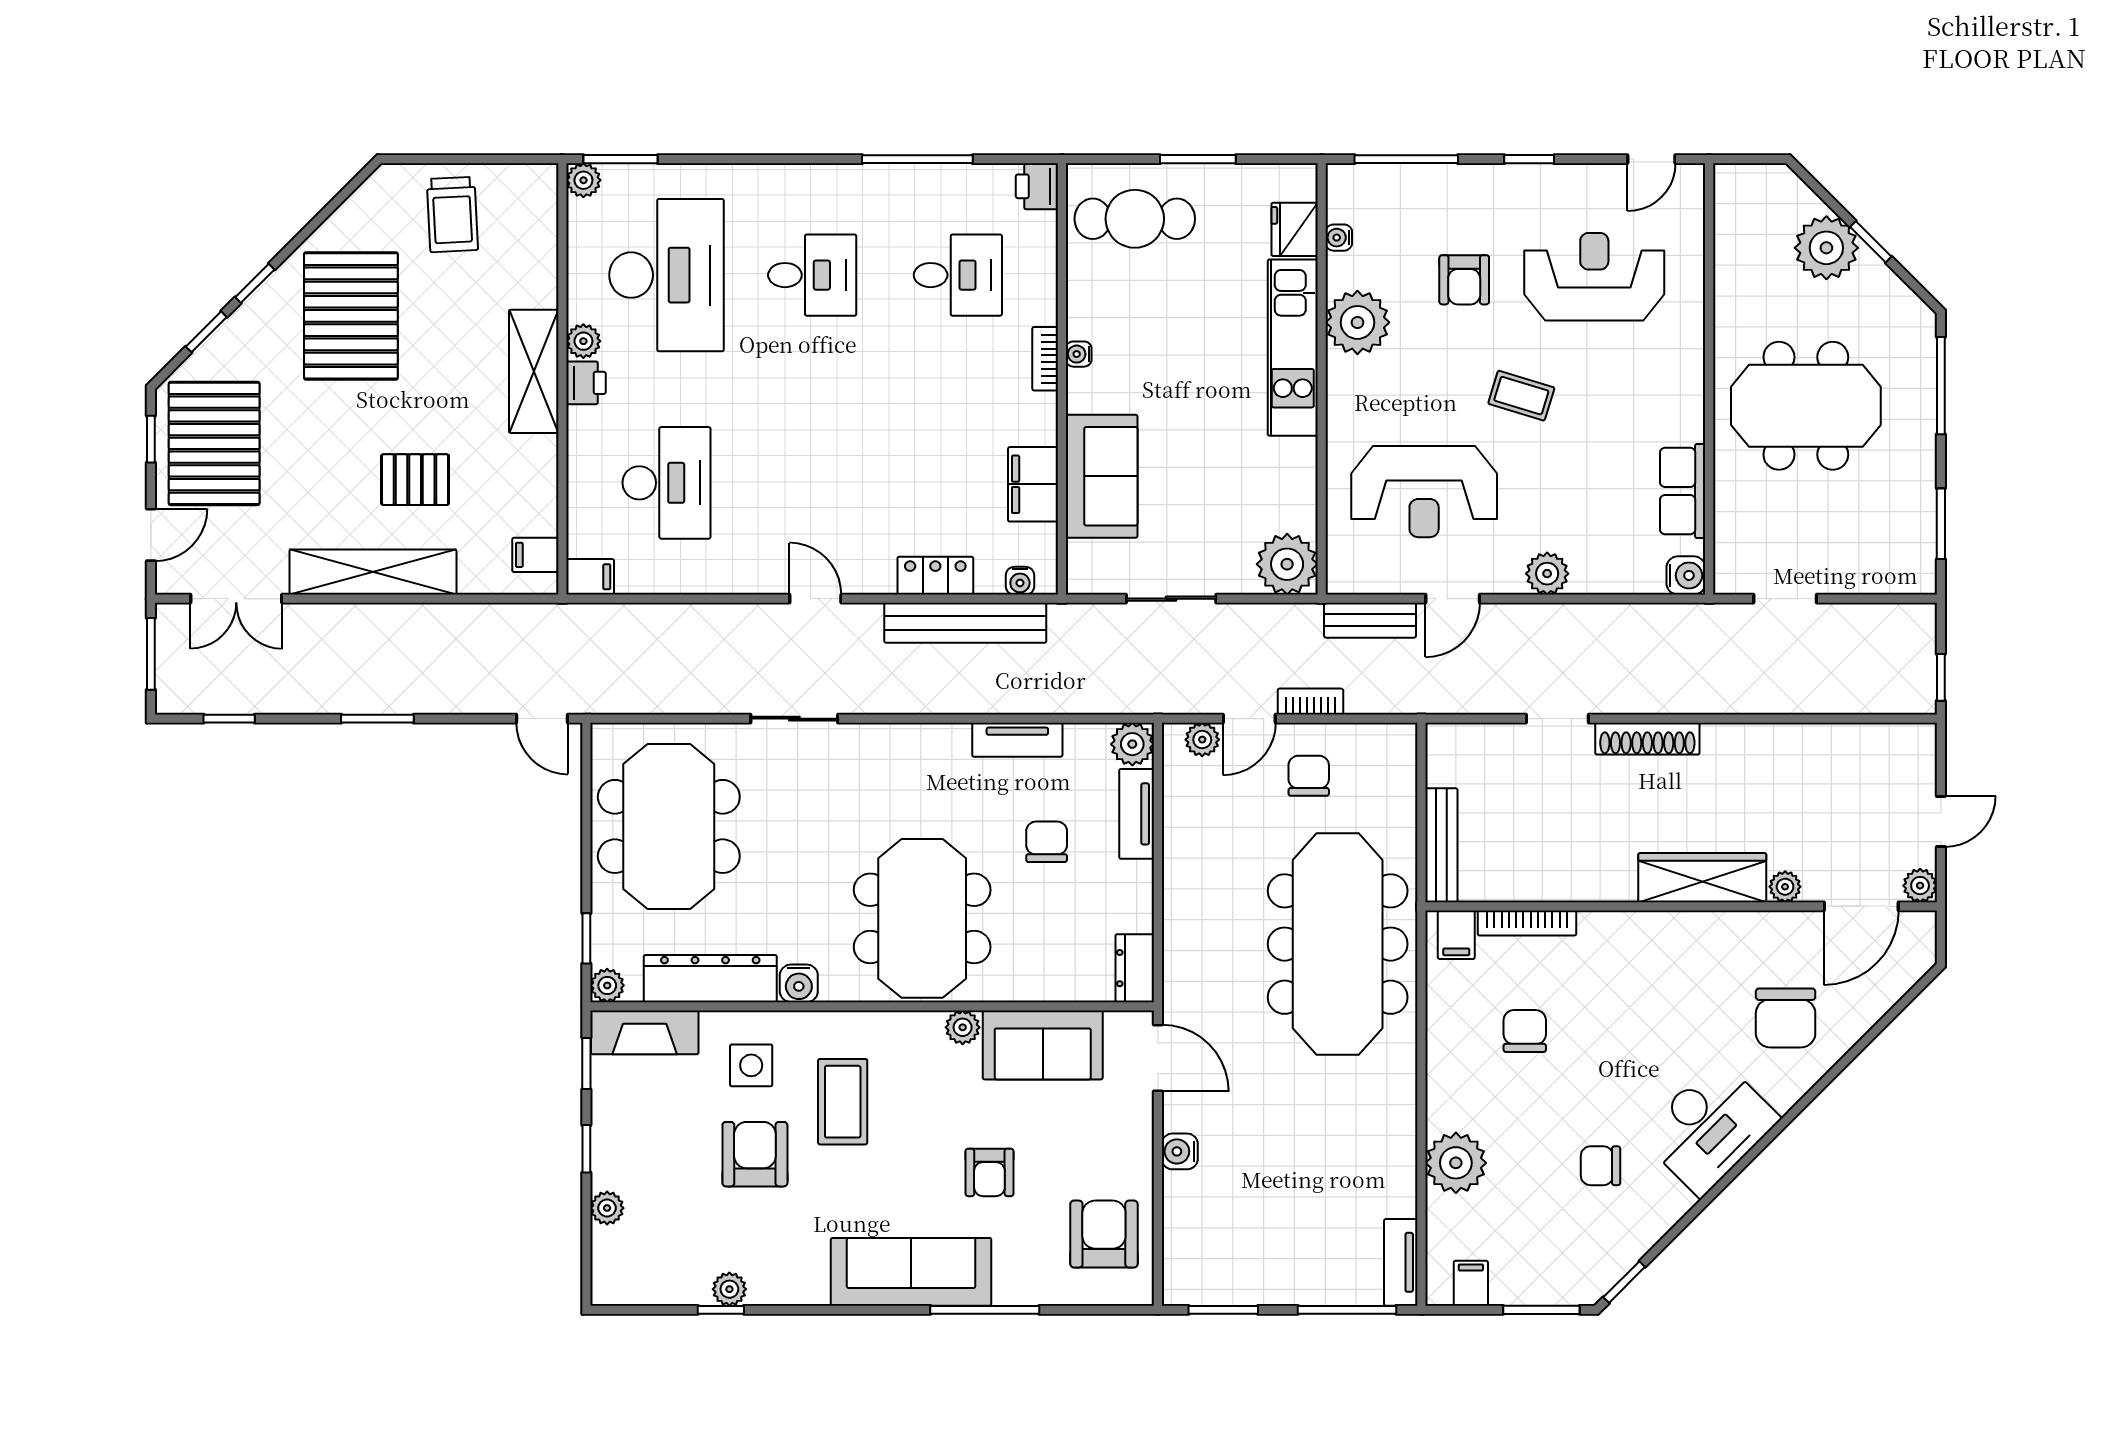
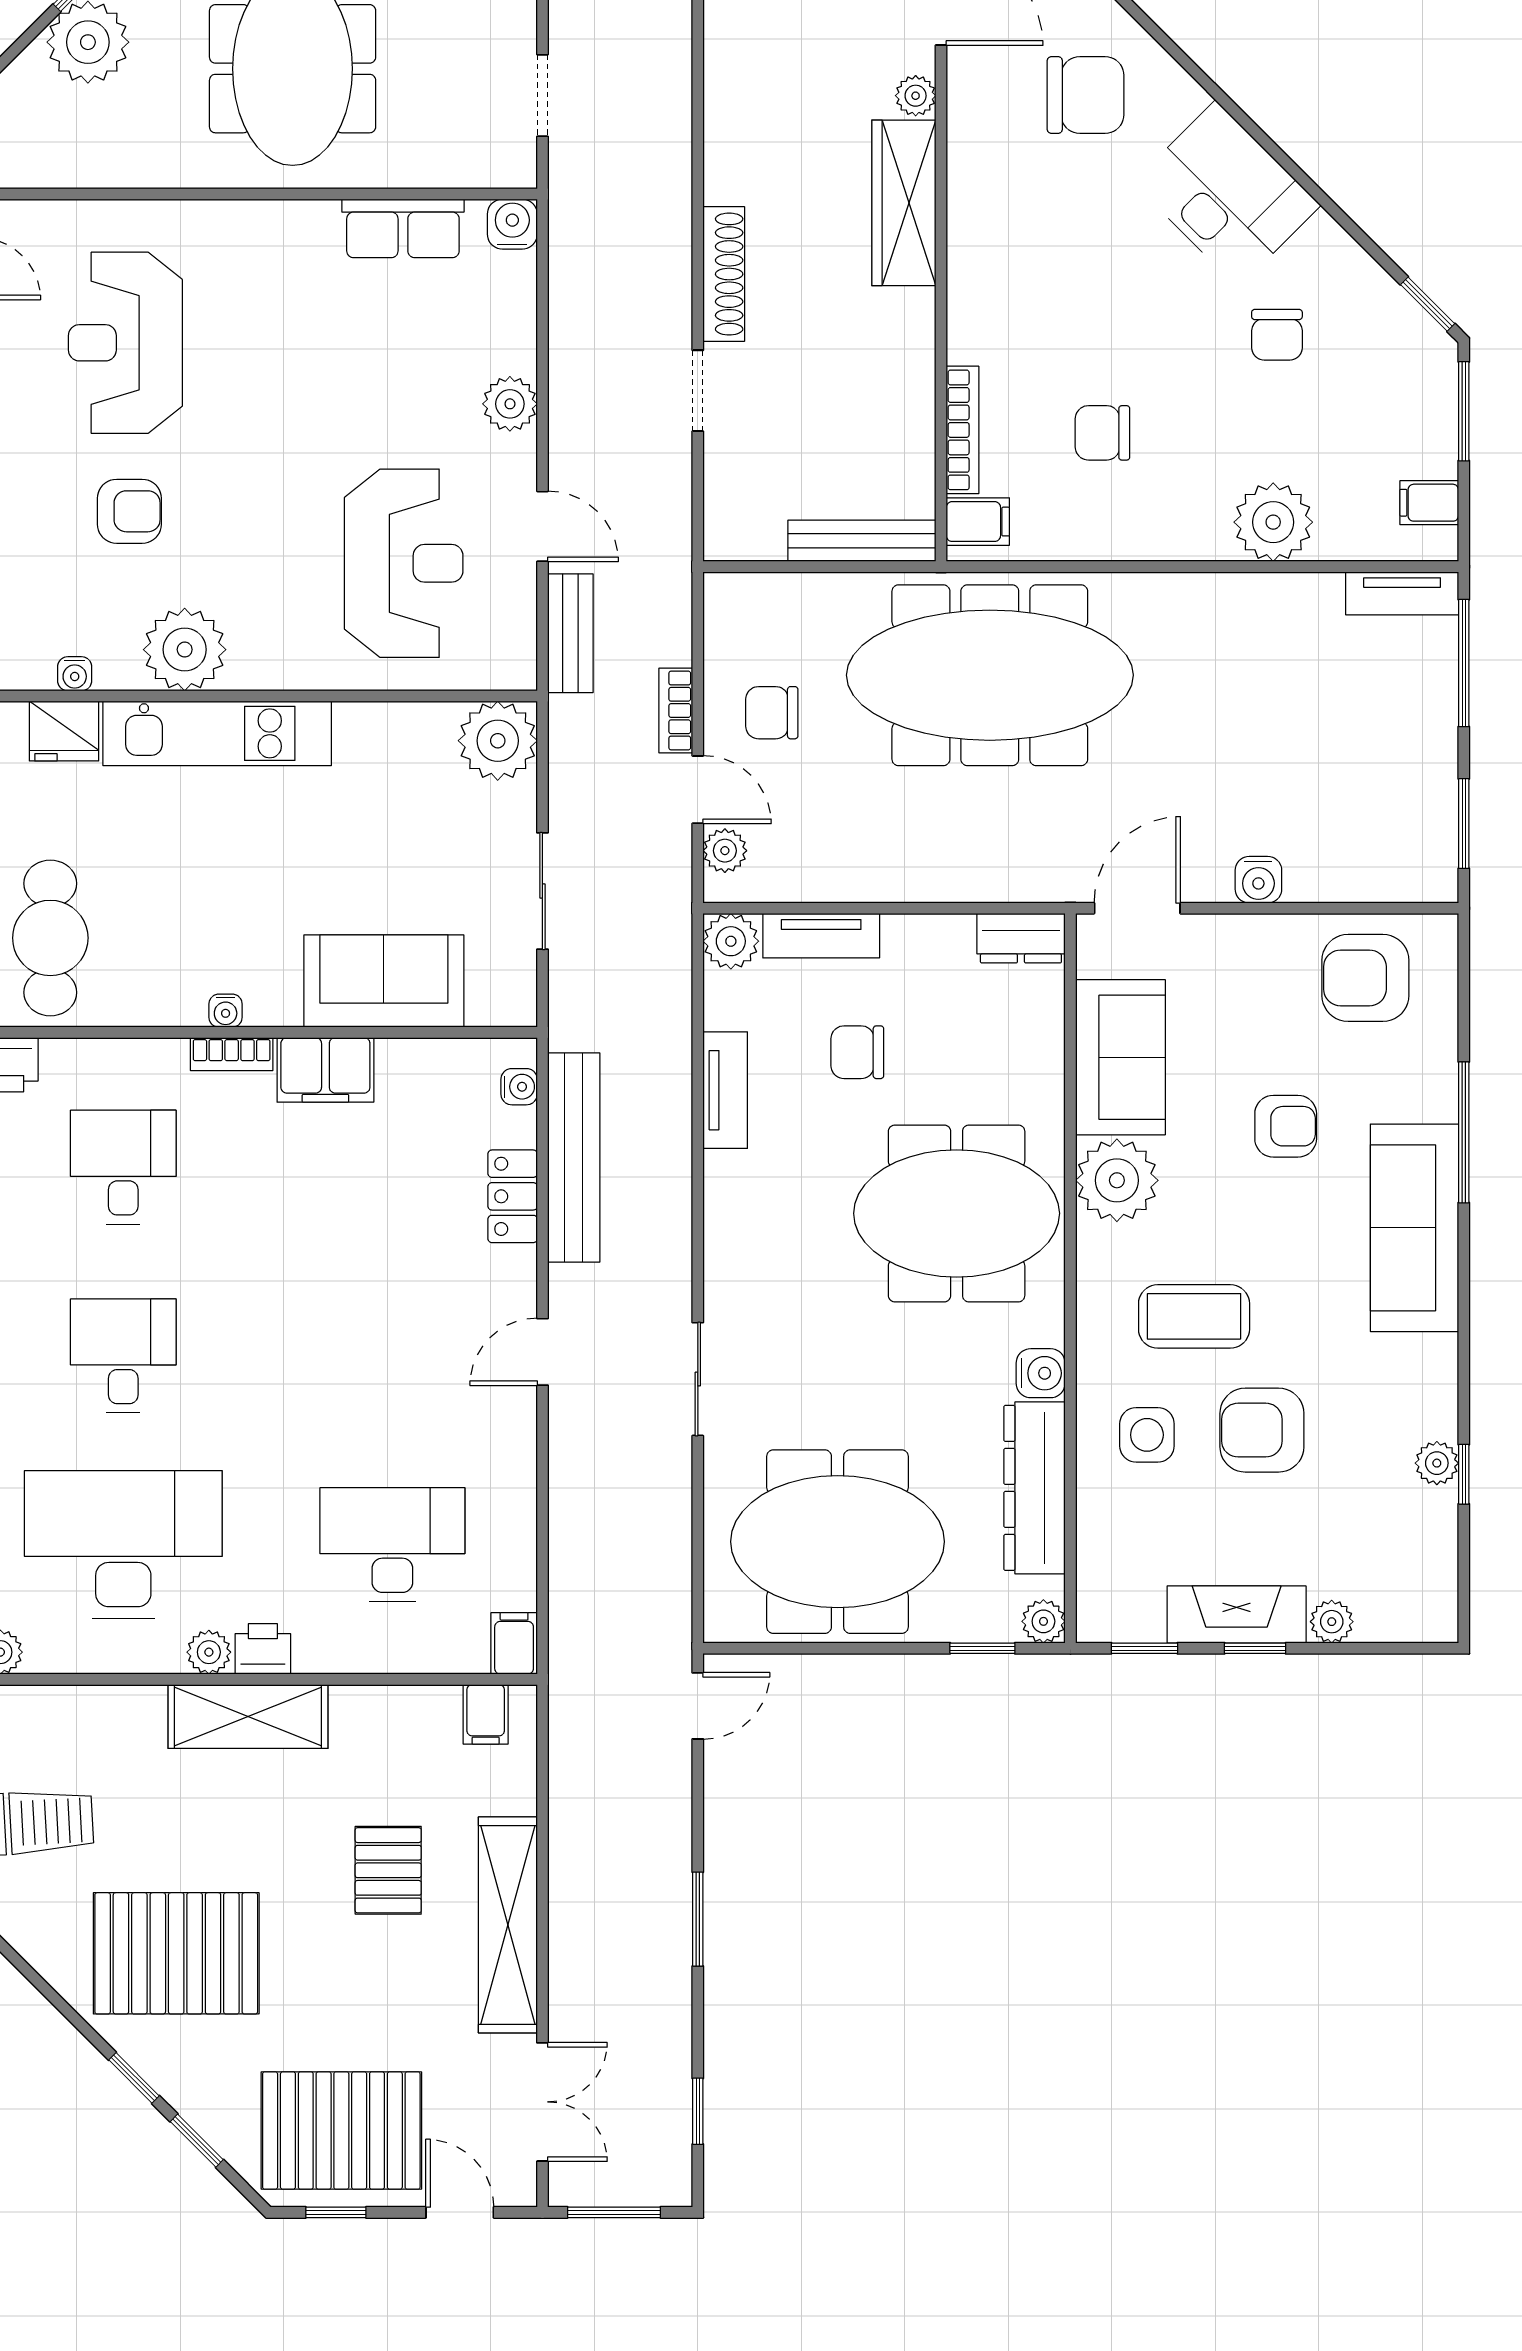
coffee table: (1521, 396) -> (279, 437), removed
filing cabinet: (1033, 484) -> (325, 1070), moved
plant: (963, 1027) -> (1117, 1180), width x1.88, depth x1.88
fireplace: (645, 1032) -> (1237, 1615), moved, turned -90

